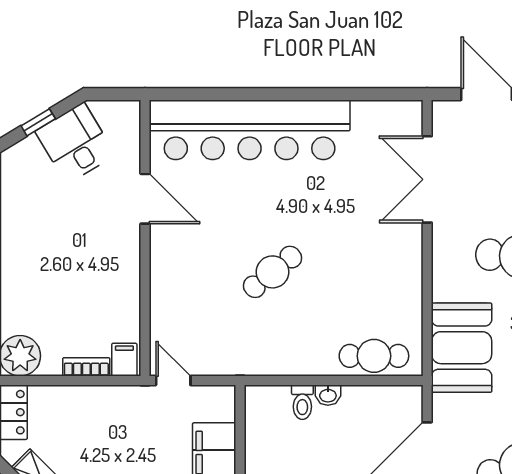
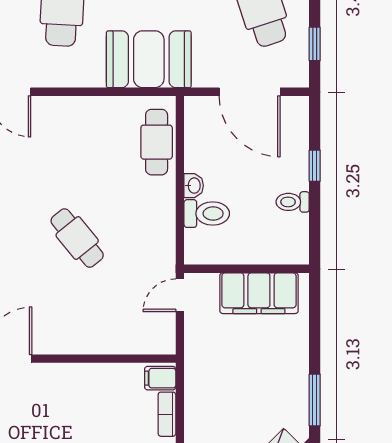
door: (173, 381) -> (180, 295), moved
toilet: (302, 402) -> (207, 214), width x1.37, depth x1.39

